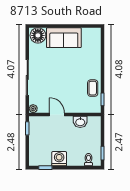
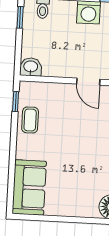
sofa: (64, 38) -> (29, 187), moved, turned 90
washbasin: (80, 122) -> (31, 67), moved

